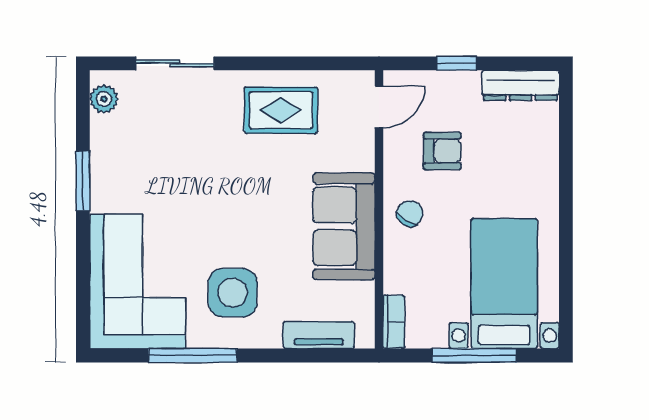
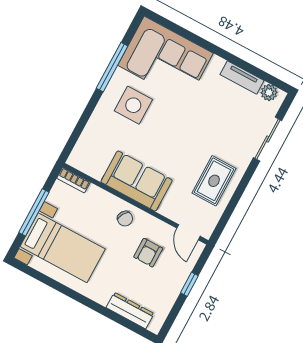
dresser: (520, 85) -> (130, 311), moved, turned 90
window: (83, 181) -> (233, 59), removed
tv unit: (319, 335) -> (242, 78), moved, turned 90

